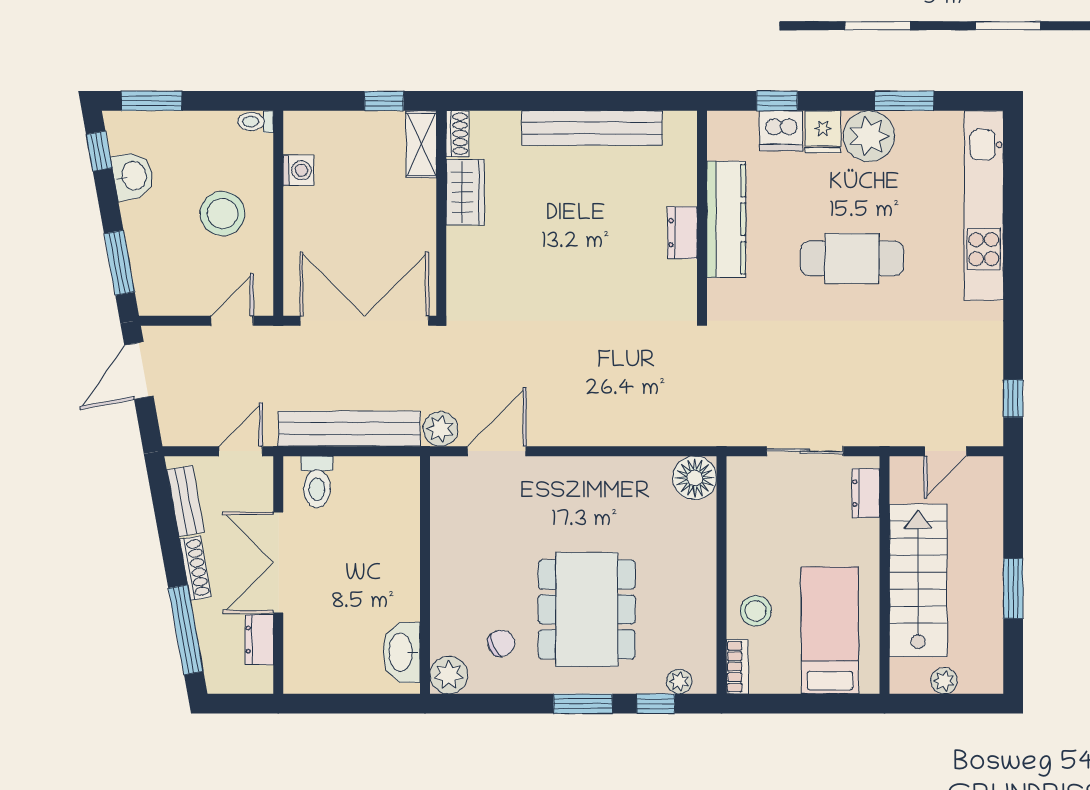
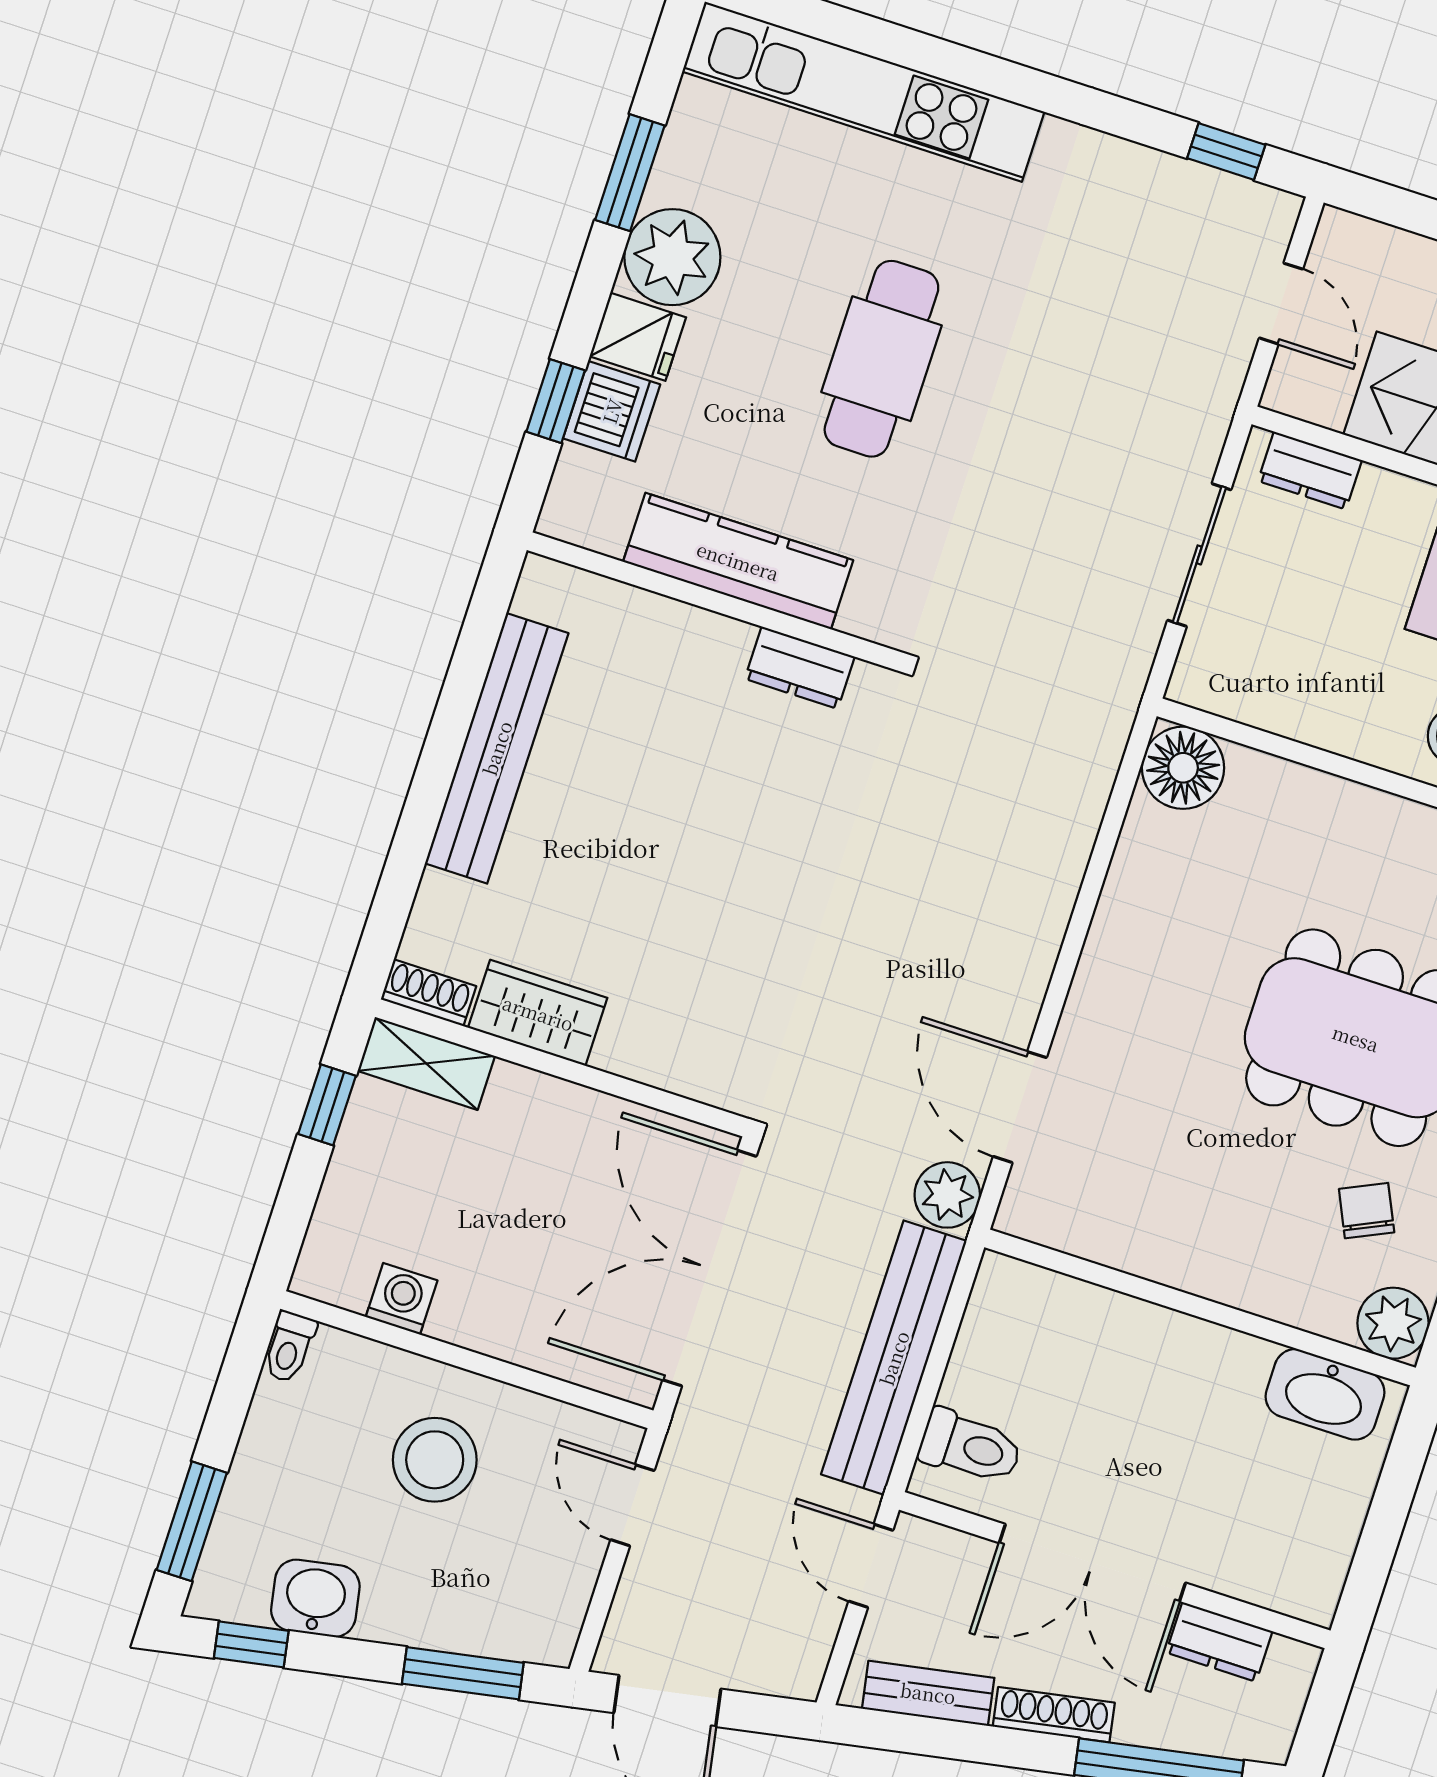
dresser: (682, 233) -> (800, 668), moved

